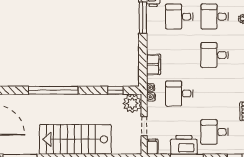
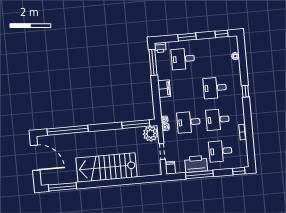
desk: (215, 17) -> (218, 120), moved
filing cabinet: (154, 65) -> (164, 89), moved
window: (53, 90) -> (68, 130), moved
window: (115, 90) -> (136, 124), width x2.17

